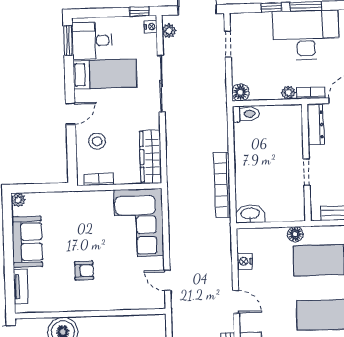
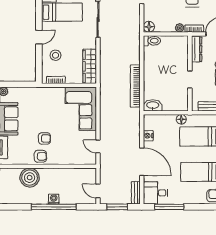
armchair: (78, 298) -> (40, 156), added
door: (236, 302) -> (142, 162), width x1.88

